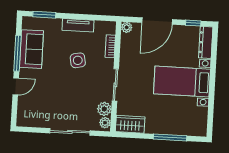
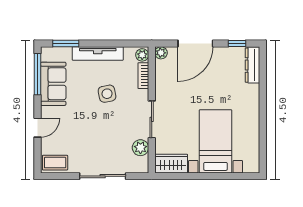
tv unit: (78, 25) -> (98, 53), width x1.41
window: (18, 53) -> (38, 74), moved
bed with nightstands: (182, 82) -> (216, 141), moved, turned 90
coffee table: (29, 118) -> (55, 163), added
plant: (105, 123) -> (142, 55), moved
window: (170, 137) -> (218, 176), removed

